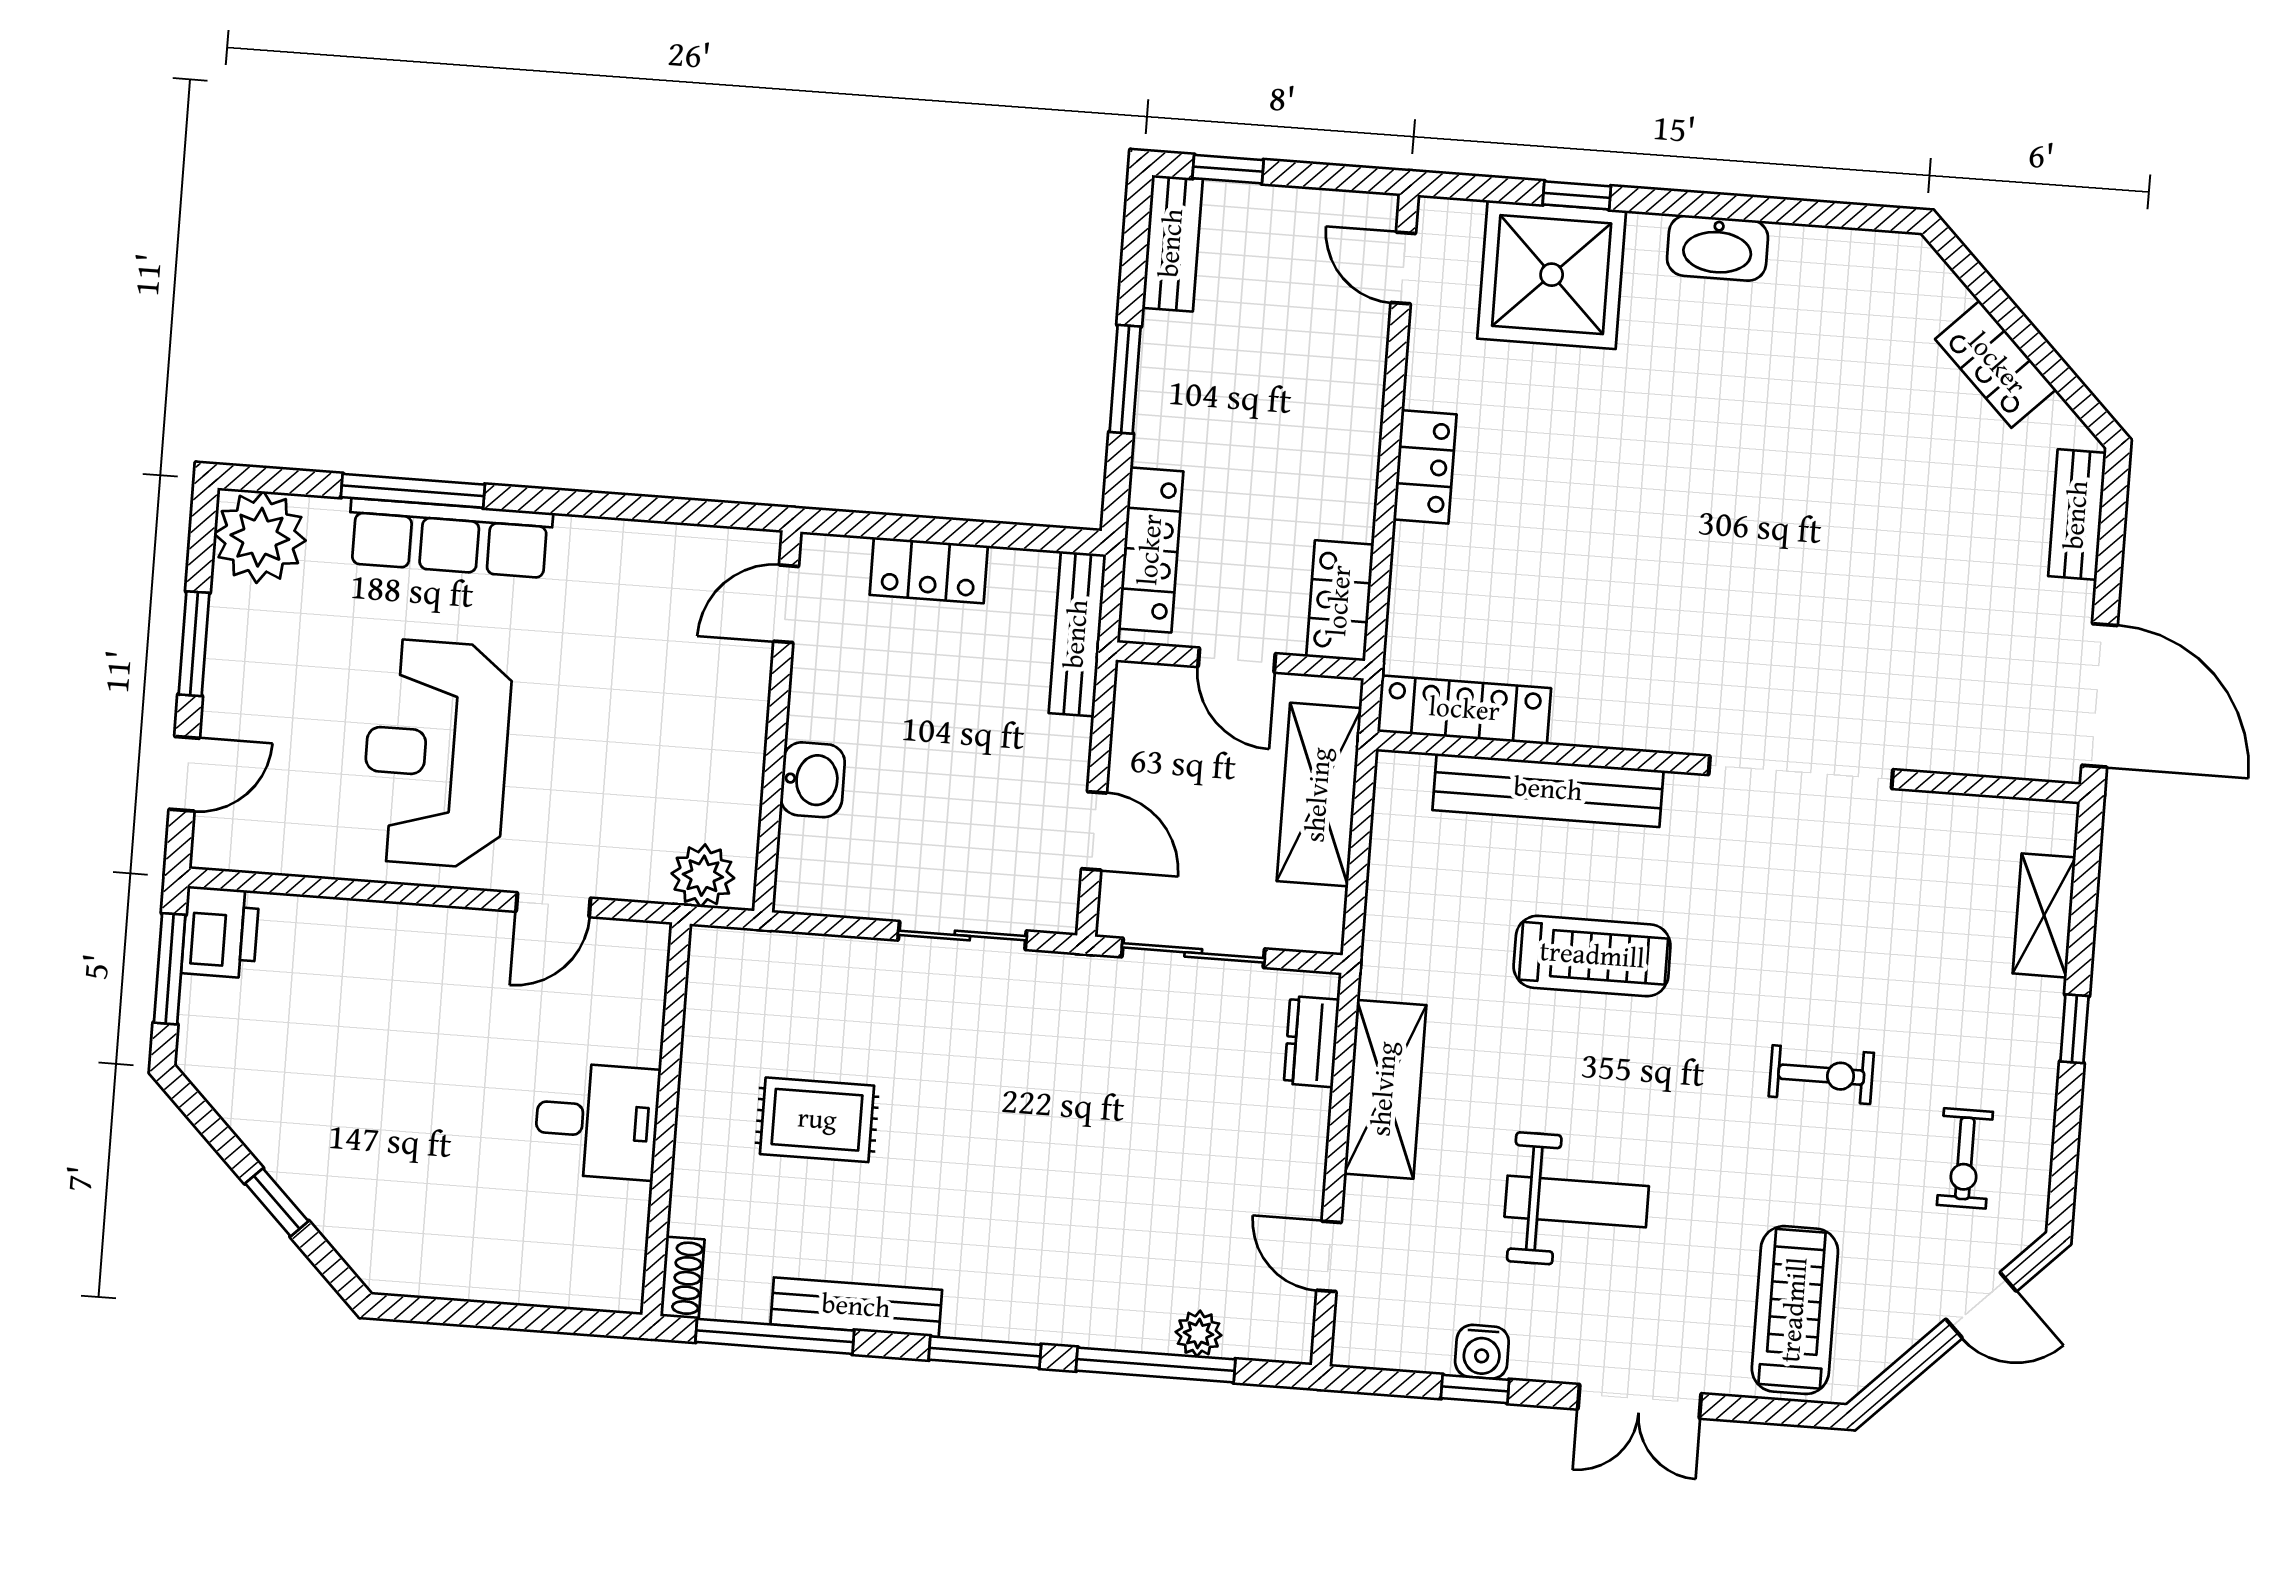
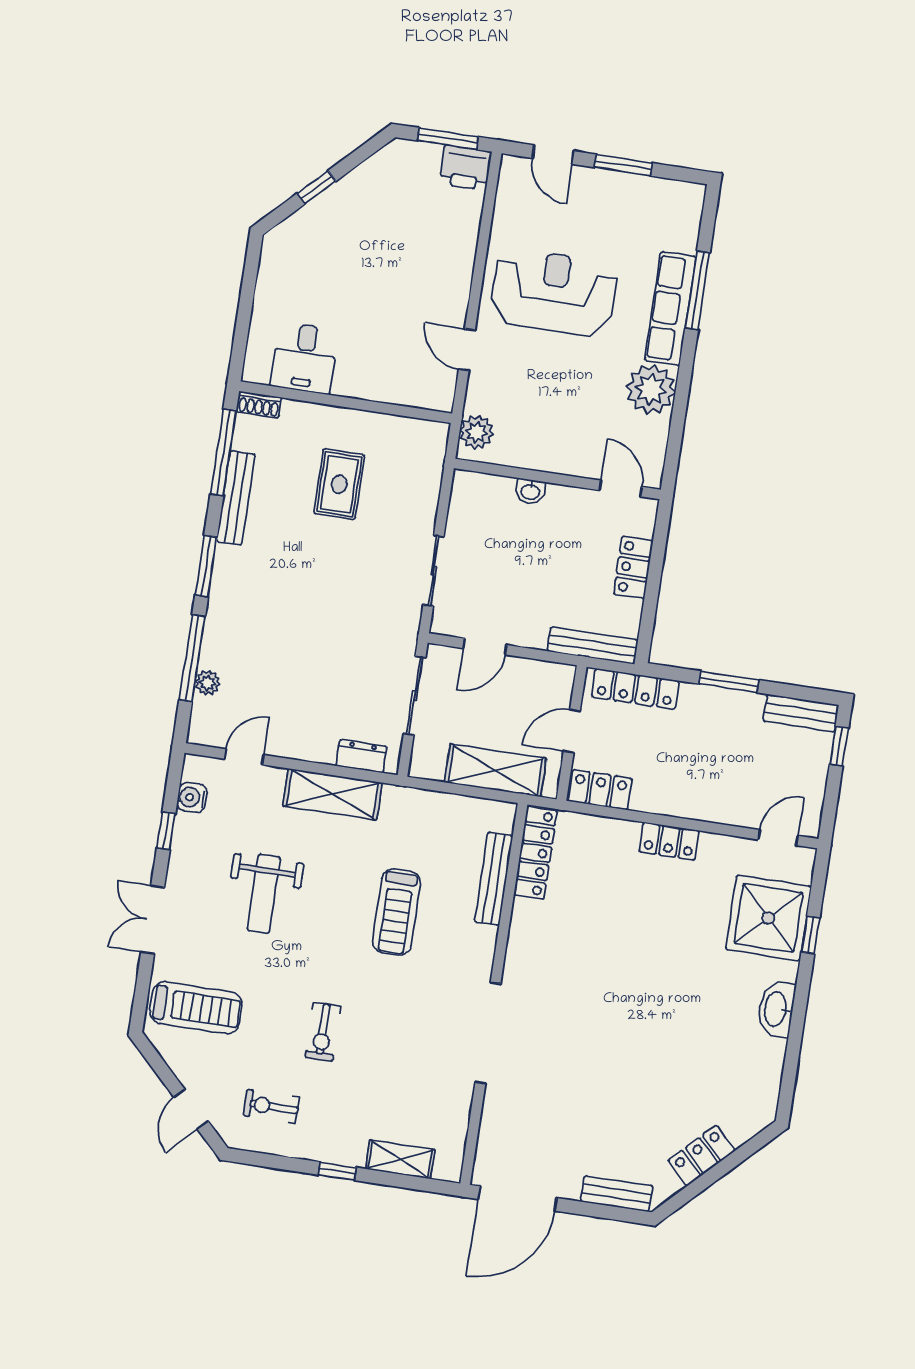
plant: (260, 537) -> (651, 389), moved
washbasin: (813, 780) -> (530, 491), width x0.72, depth x0.69
bench: (1548, 790) -> (494, 879), width x0.73, depth x0.82
desk: (597, 1121) -> (304, 358), moved
water cooler: (1482, 1352) -> (192, 797), moved

